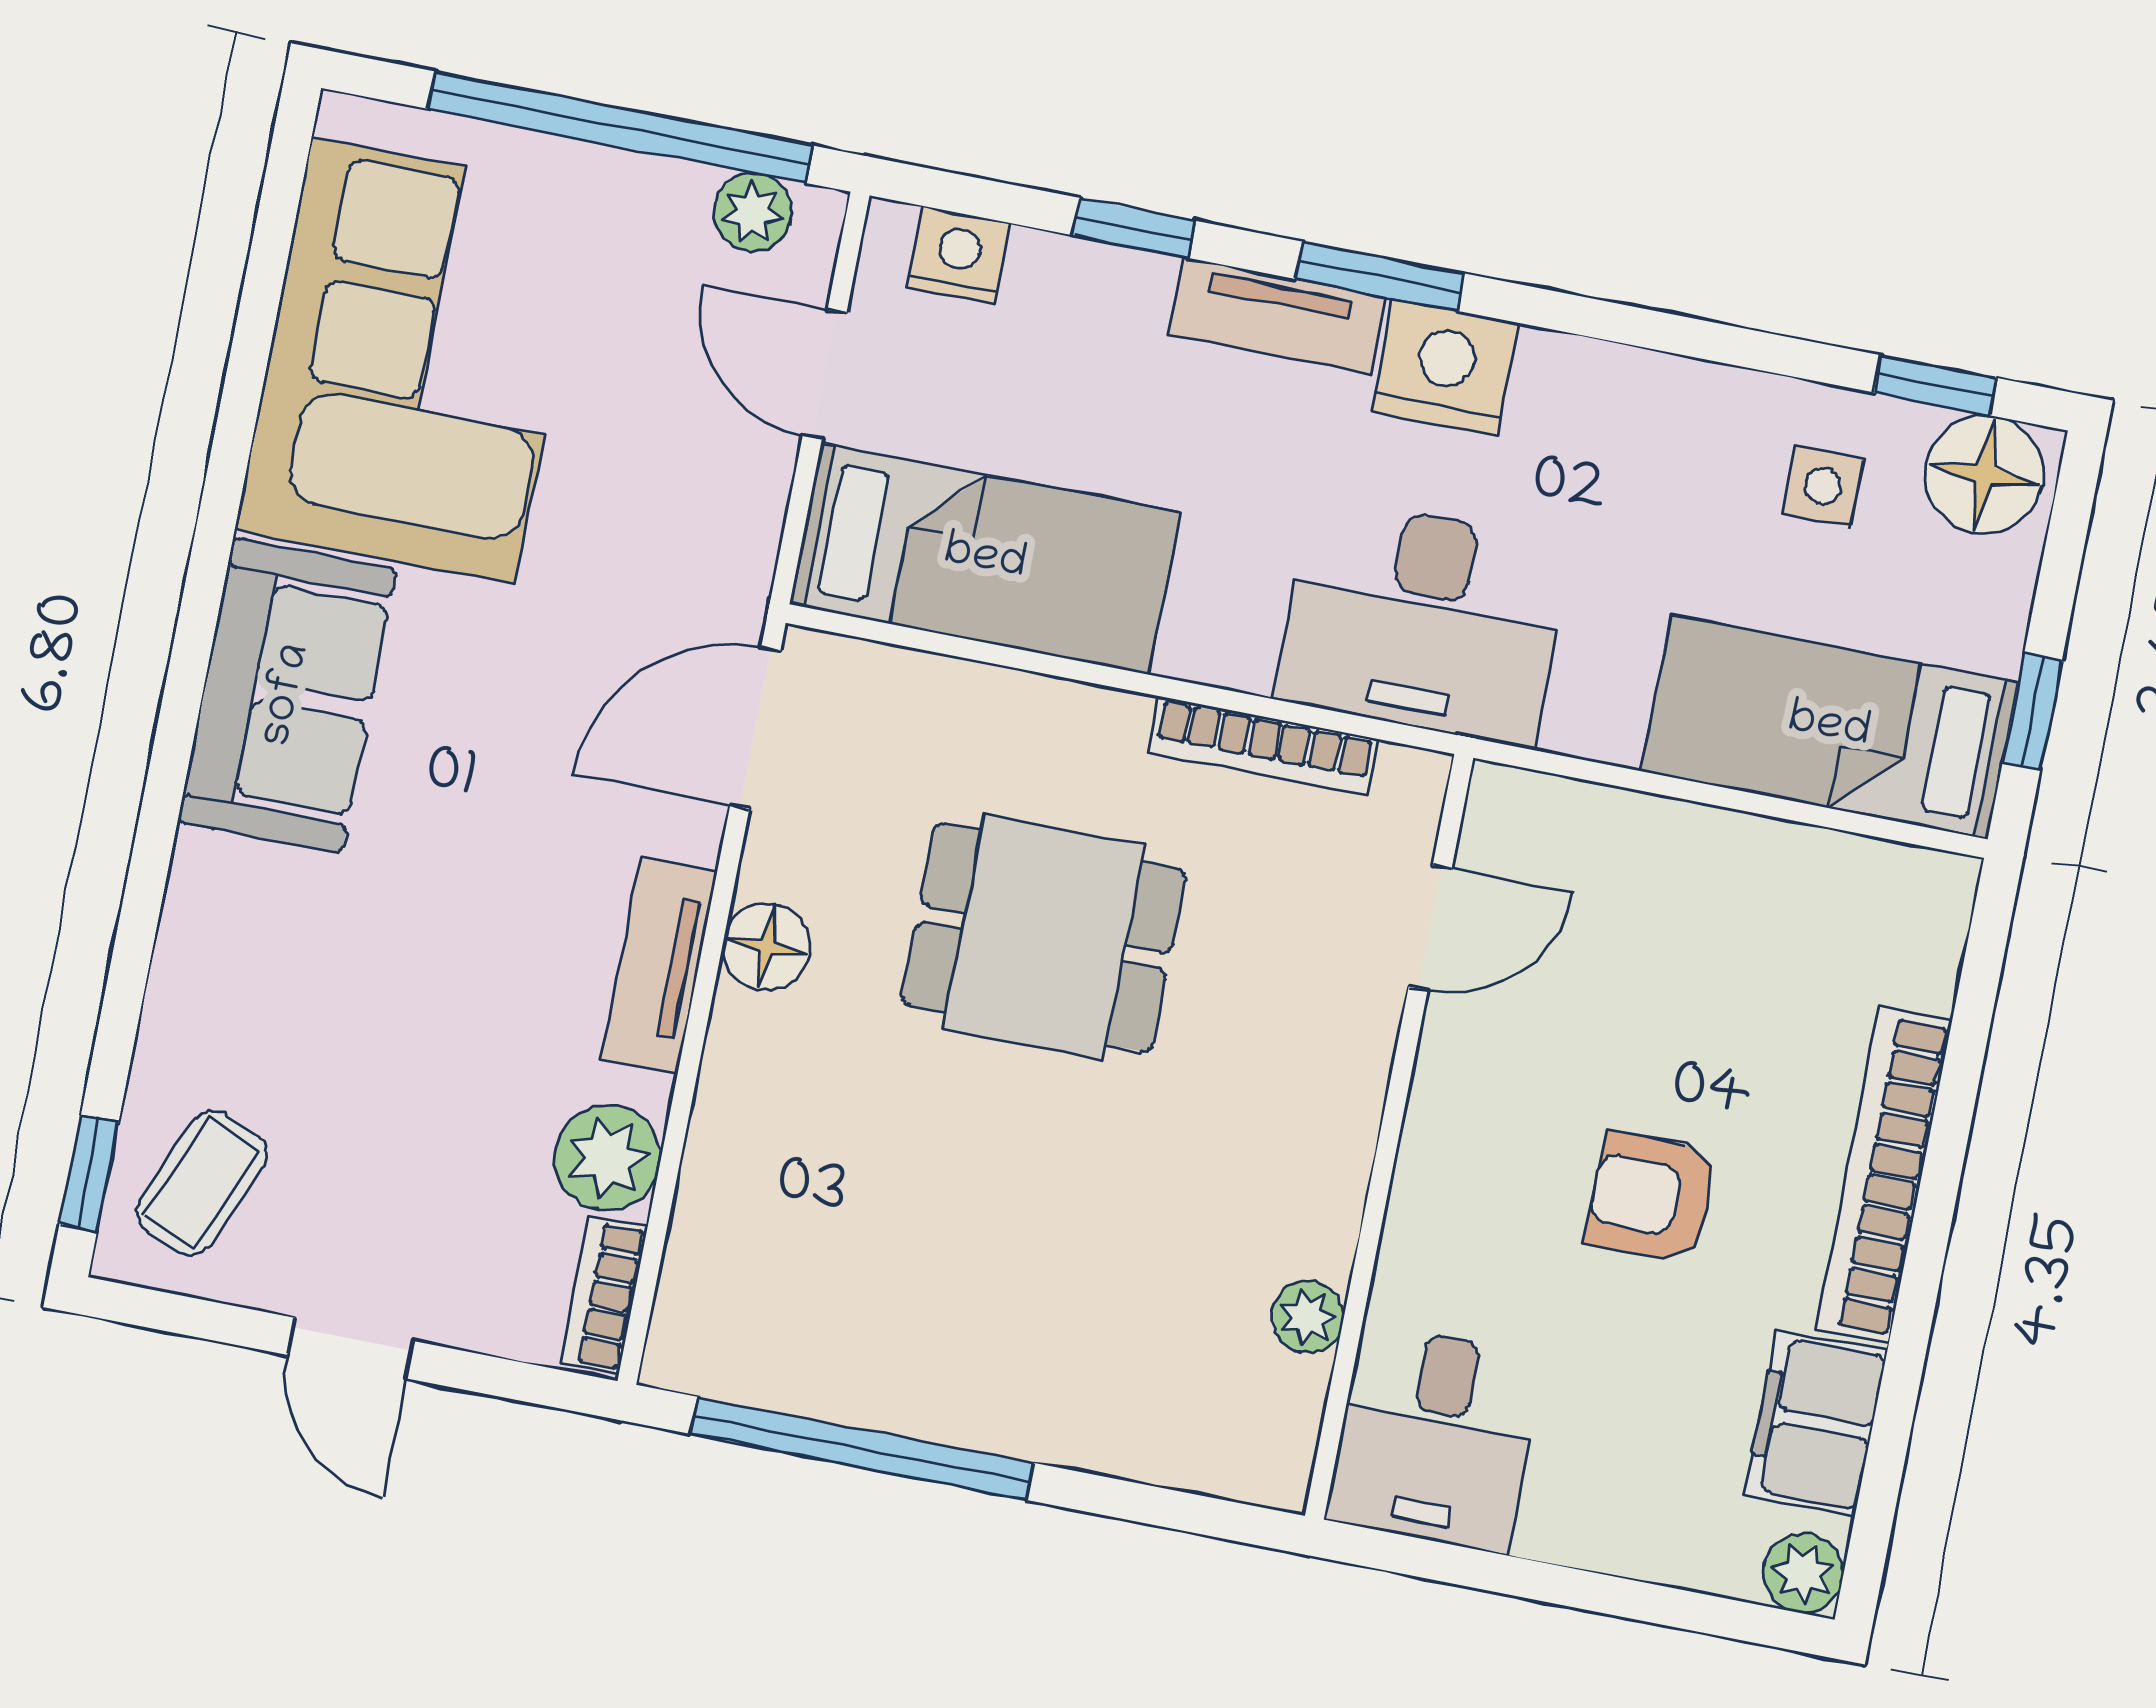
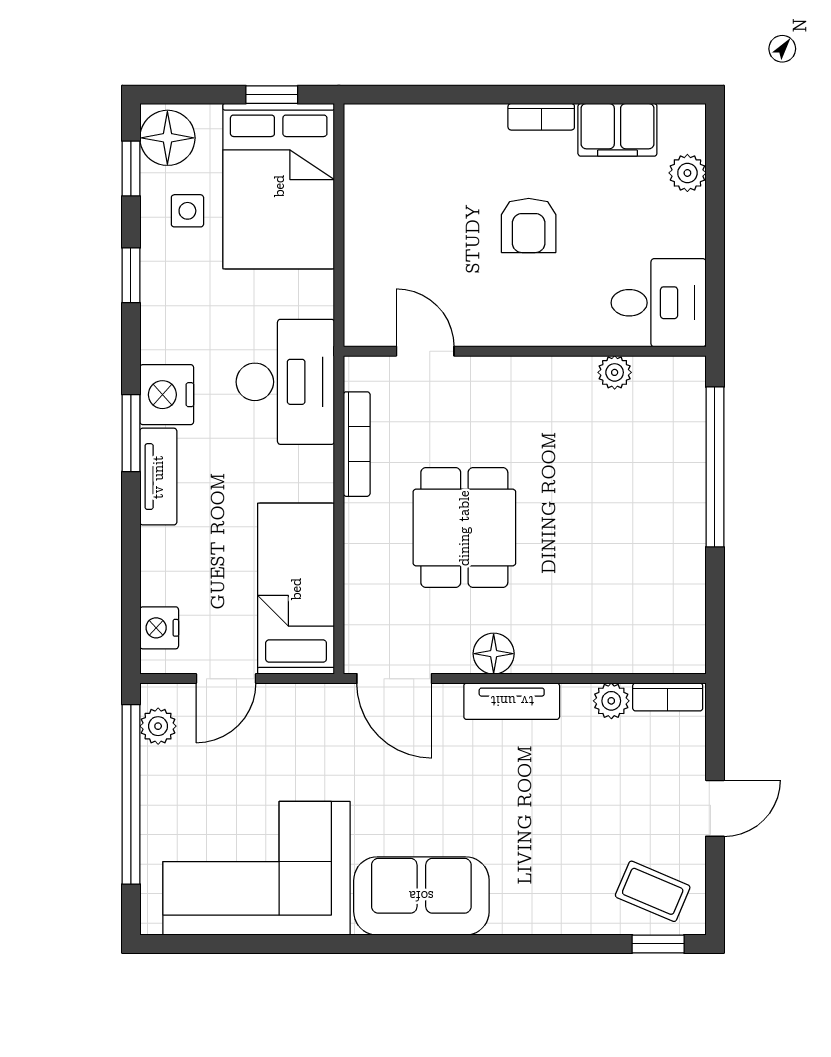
window: (1135, 228) -> (131, 275), moved
bed: (1829, 727) -> (279, 186), width x1.50
plant: (608, 1158) -> (611, 701), width x0.73, depth x0.73
bookcase: (1884, 1175) -> (541, 117), width x0.43, depth x0.76
window: (862, 1448) -> (715, 467), moved
plant: (1803, 1573) -> (687, 173), moved

